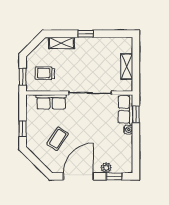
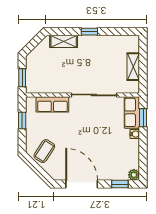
trolley: (45, 73) -> (46, 74), removed
window: (23, 129) -> (22, 121), moved
coffee table: (58, 139) -> (44, 151), moved
plant: (106, 168) -> (134, 175), moved
door: (78, 176) -> (82, 184), hinge flipped

